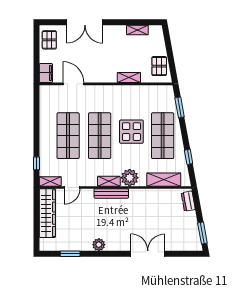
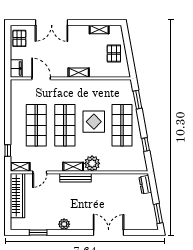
pallet: (159, 66) -> (114, 53), moved
shelving: (129, 77) -> (79, 73), moved
shelving: (164, 180) -> (123, 165), removed

